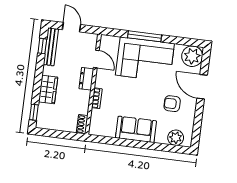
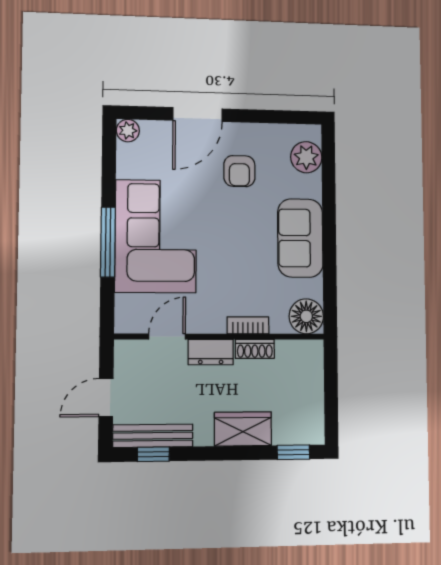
plant: (192, 56) -> (128, 131), width x0.53, depth x0.53
shoe rack: (82, 124) -> (255, 349), moved
floor lamp: (98, 127) -> (306, 316), added

